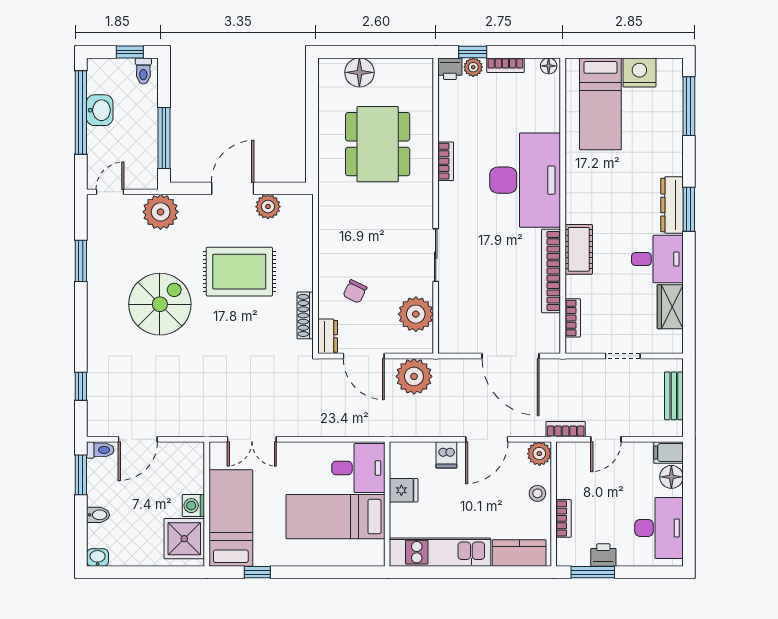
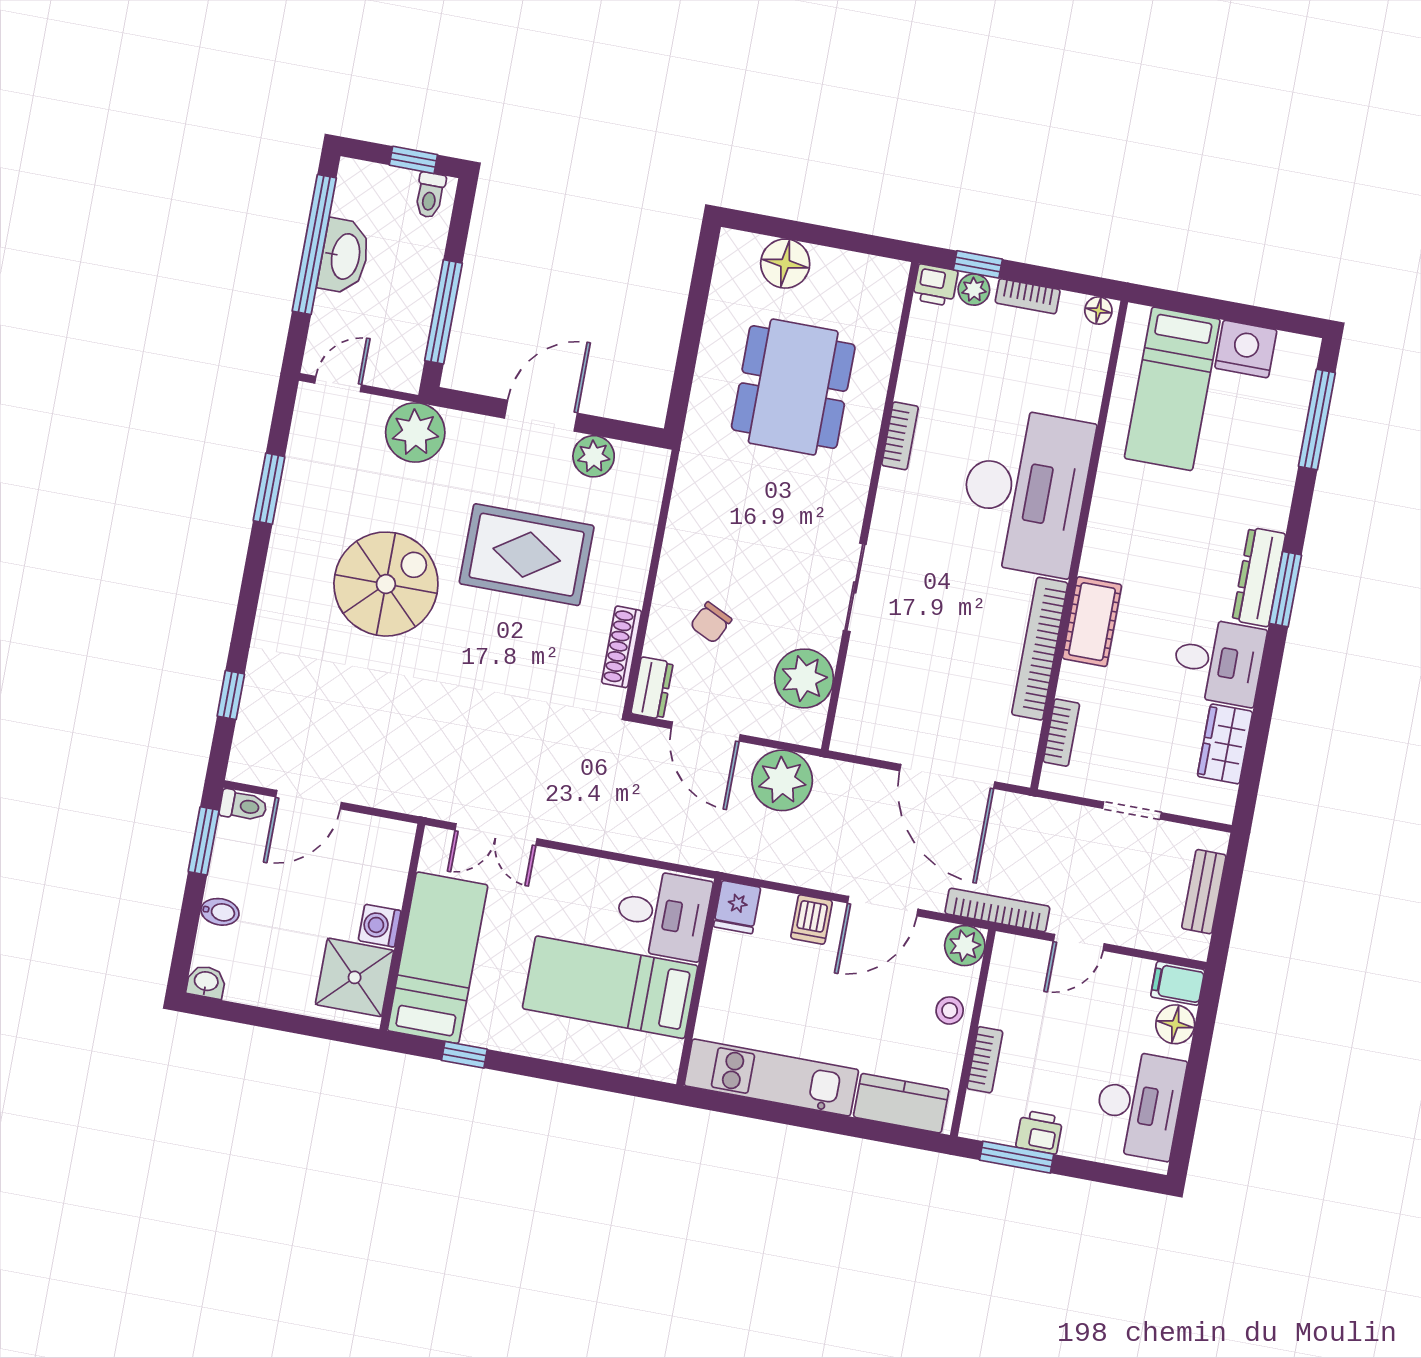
washbasin: (100, 110) -> (344, 256), width x1.38
bookcase: (566, 429) -> (997, 910), width x1.56
fridge: (404, 490) -> (737, 907), moved, turned 90

